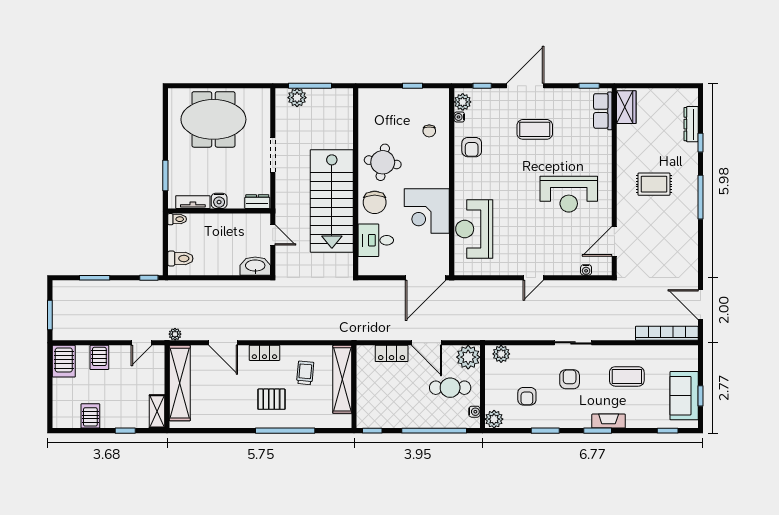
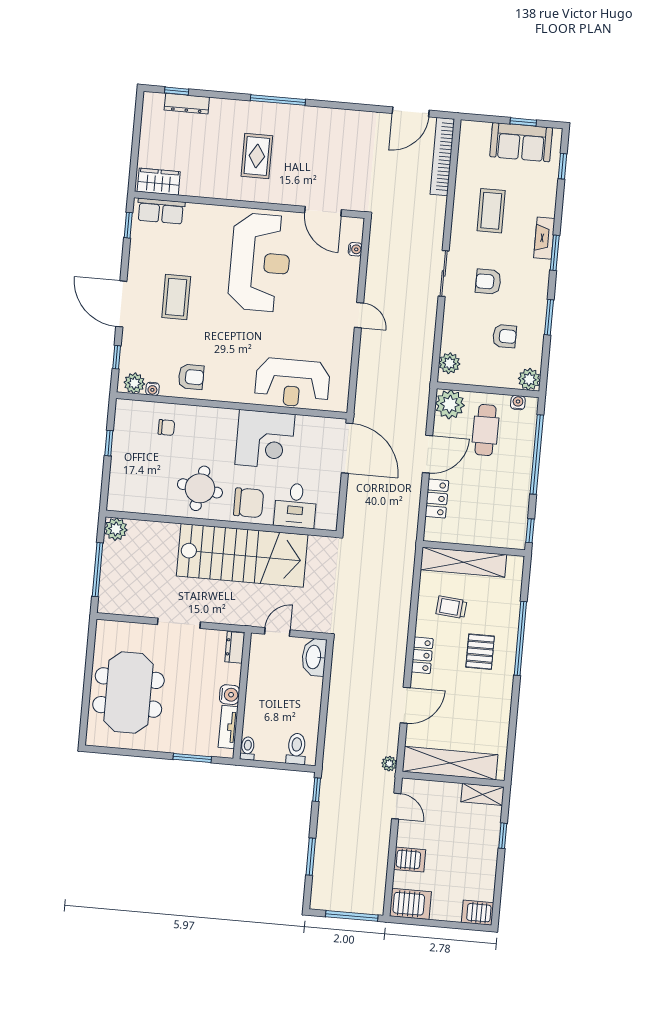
plant: (297, 98) -> (116, 529), moved
window: (700, 143) -> (177, 91), moved
reception desk: (569, 194) -> (260, 262), width x1.36, depth x1.30
window: (50, 315) -> (352, 916), width x1.44
server rack: (90, 416) -> (478, 913), moved

